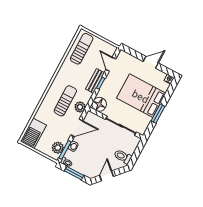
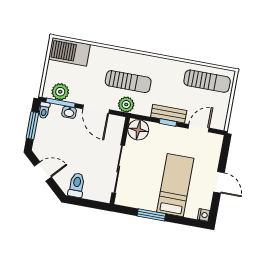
bed: (141, 96) -> (175, 185), width x0.67

